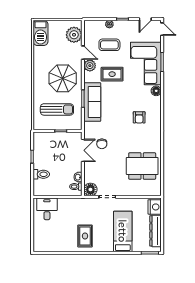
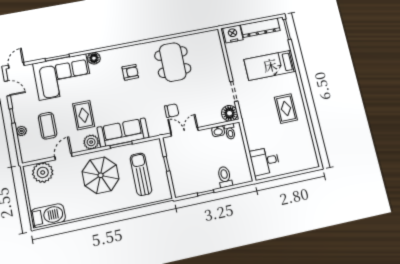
plant: (90, 66) -> (91, 142), moved
dining table: (142, 166) -> (173, 62), moved
rug: (85, 236) -> (286, 109), turned 90

